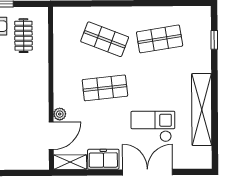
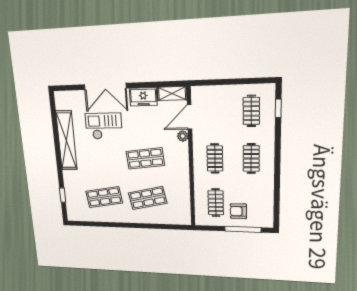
shop shelf: (105, 39) -> (148, 198), turned -33
clothes rail: (24, 88) -> (215, 158), added
checkout: (153, 126) -> (104, 126), turned 180

